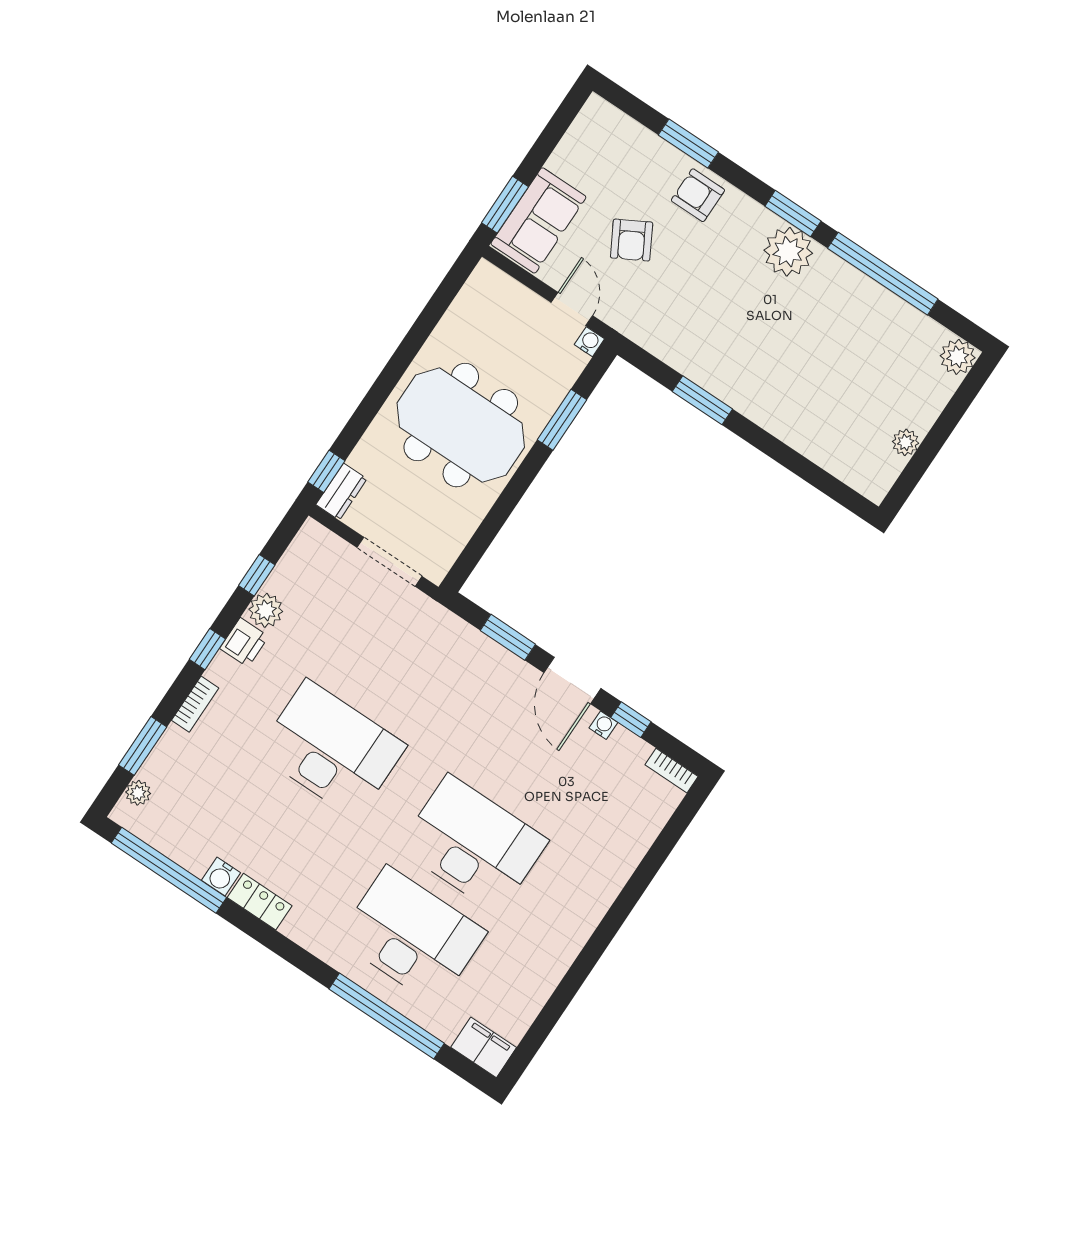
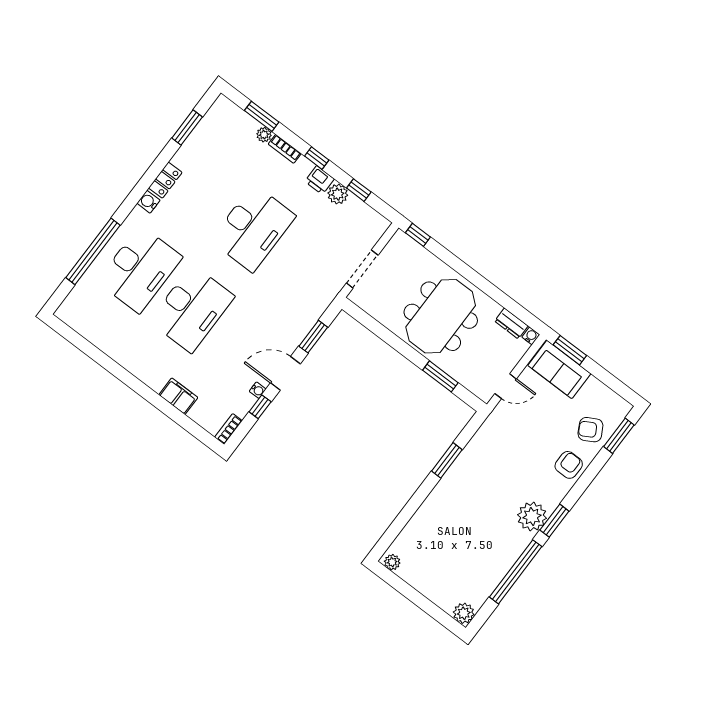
window: (688, 143) -> (619, 436), moved
armchair: (632, 240) -> (590, 430), moved
water cooler: (589, 342) -> (531, 336), moved, turned -90
plant: (906, 442) -> (392, 562), moved
dresser: (341, 492) -> (511, 324), moved
plant: (138, 793) -> (264, 135), moved
window: (169, 870) -> (187, 127), width x0.47
water cooler: (221, 877) -> (148, 202), moved
filing cabinet: (484, 1047) -> (178, 396), moved, turned -90

